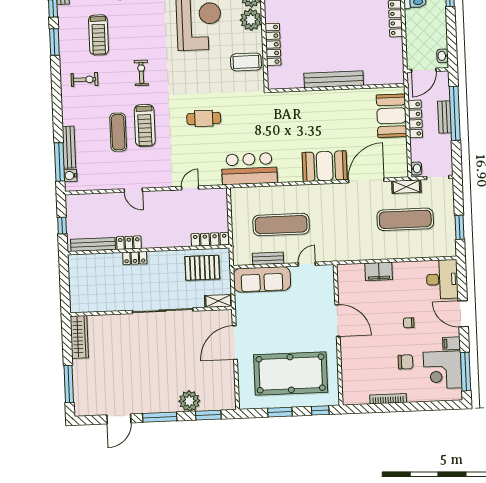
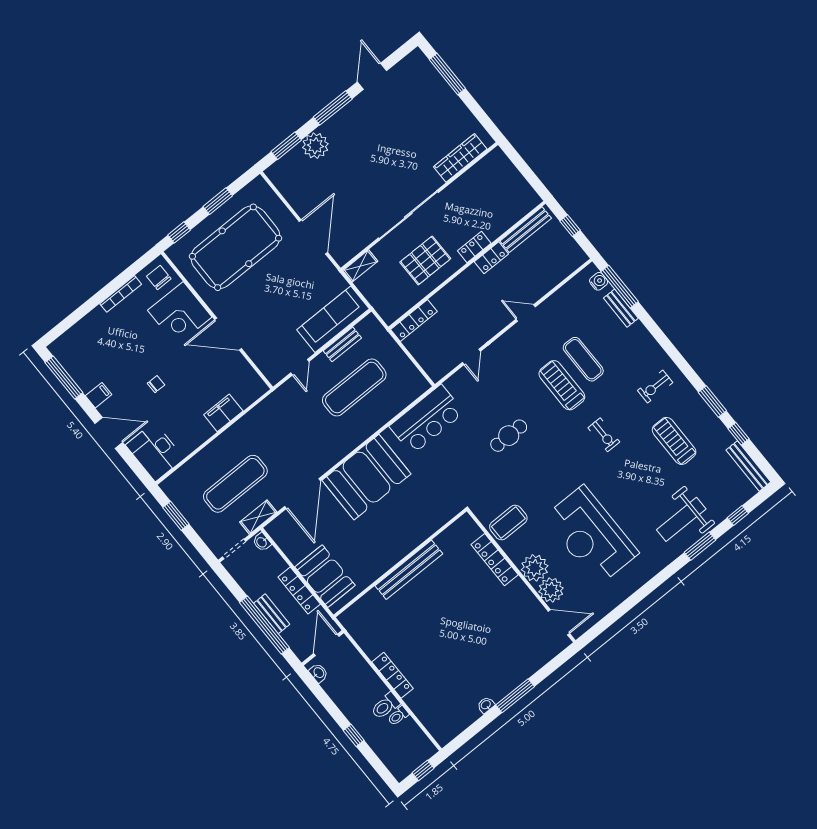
bench: (69, 147) -> (621, 308), width x0.73
booth: (325, 166) -> (366, 477), width x1.36, depth x1.42
pallet: (202, 268) -> (425, 260), moved
wardrobe: (79, 337) -> (460, 158), moved, turned 90
chair: (406, 362) -> (159, 277), moved, turned 90
corner desk: (443, 370) -> (180, 314), moved, turned 180

